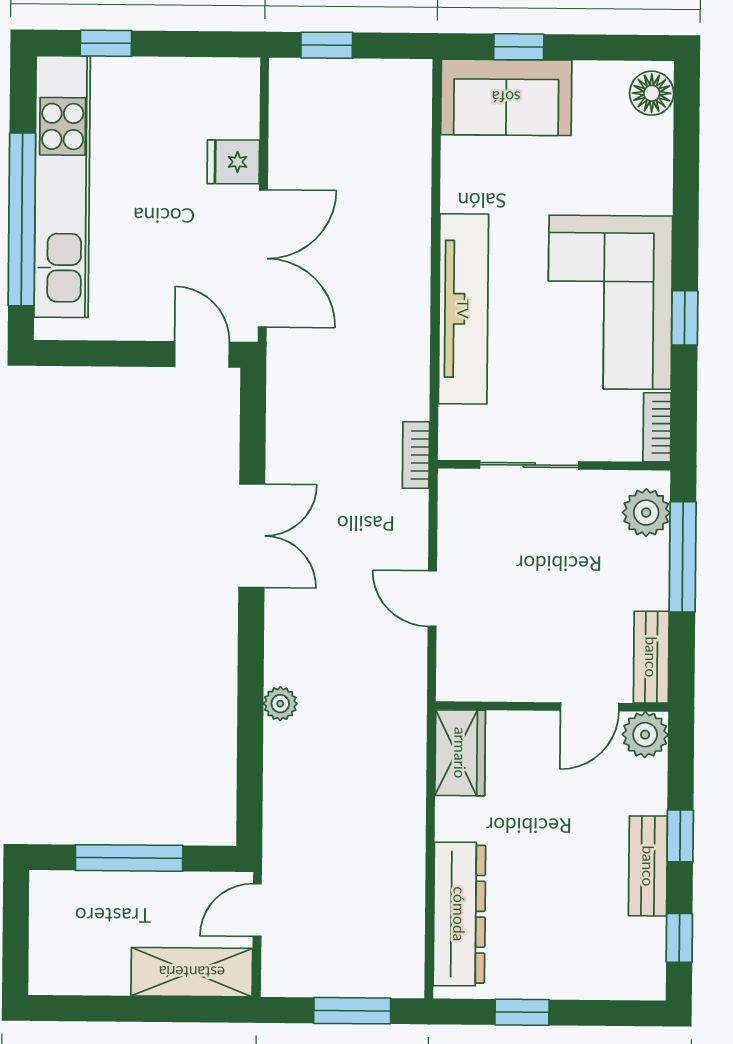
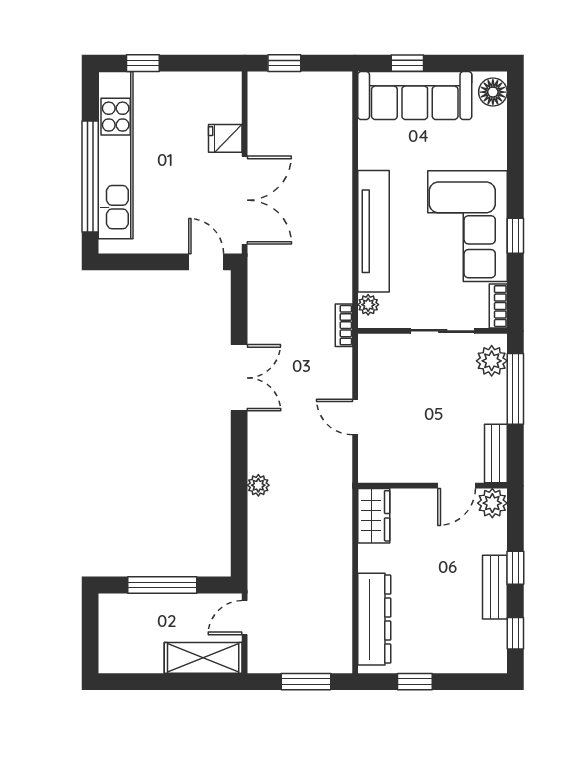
sofa: (506, 97) -> (415, 96), width x1.36
plant: (454, 423) -> (368, 305), added
sliding door: (529, 465) -> (443, 331), moved

